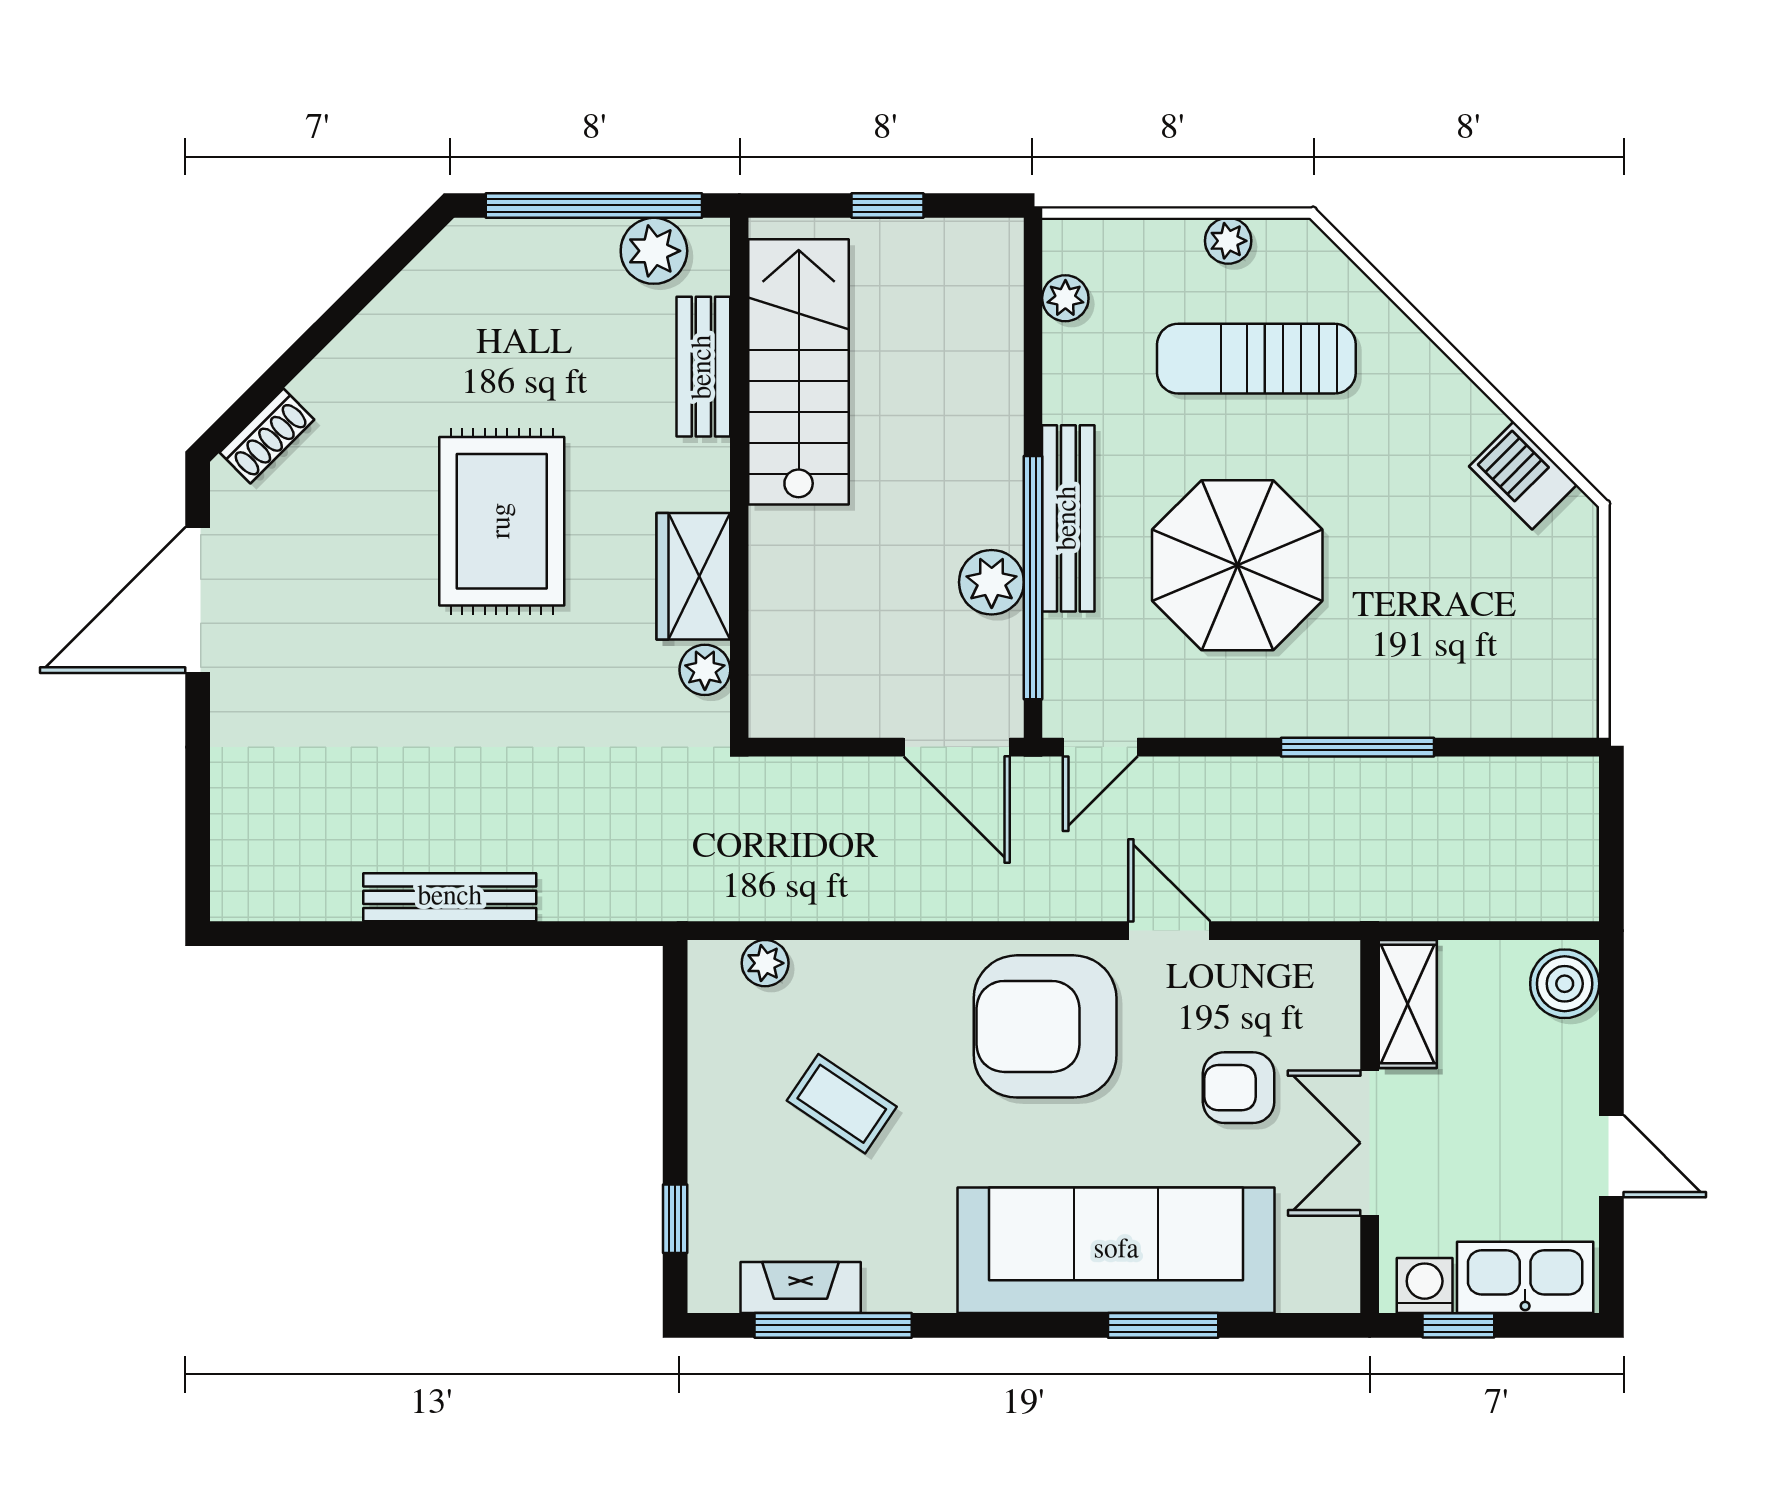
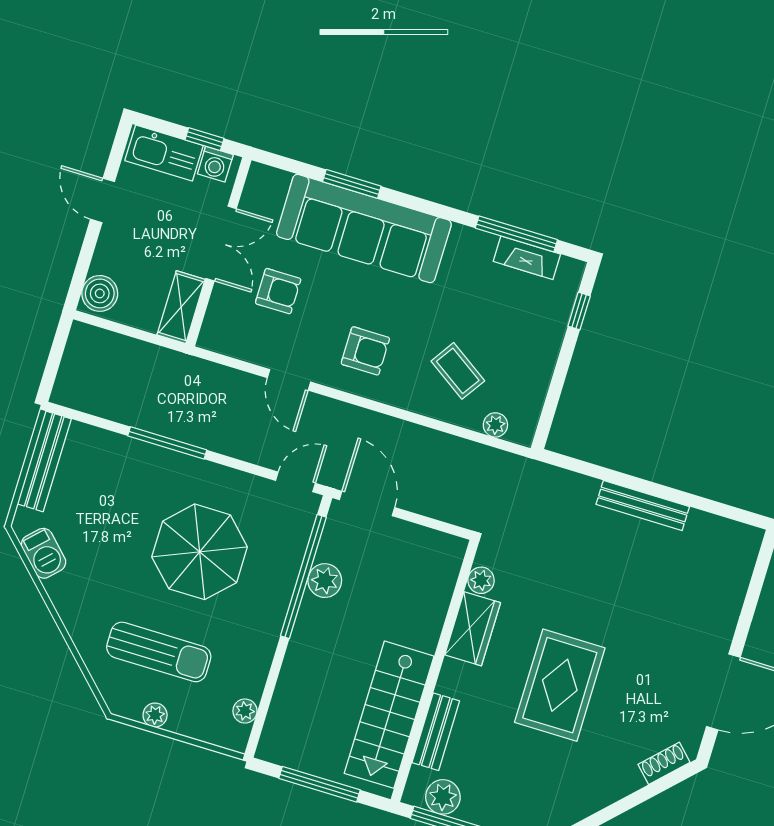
window: (888, 205) -> (320, 784), width x2.17
bench: (1068, 518) -> (44, 461), moved
armchair: (1045, 1026) -> (365, 351), width x0.53, depth x0.53
coffee table: (842, 1104) -> (458, 371), moved

